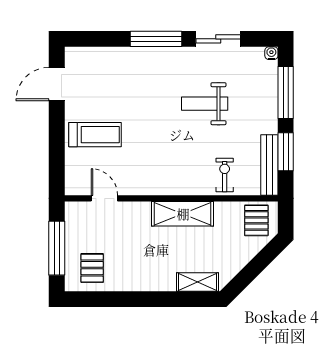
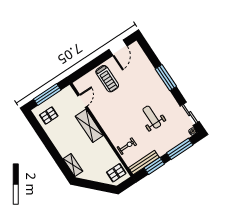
sliding door: (218, 39) -> (190, 114), moved
door: (57, 84) -> (118, 48), swing flipped
shelving: (183, 214) -> (89, 126), moved

